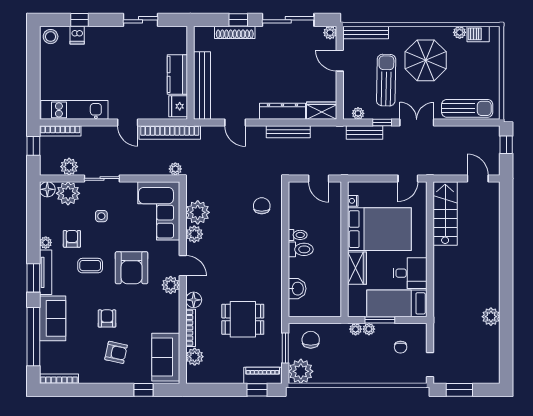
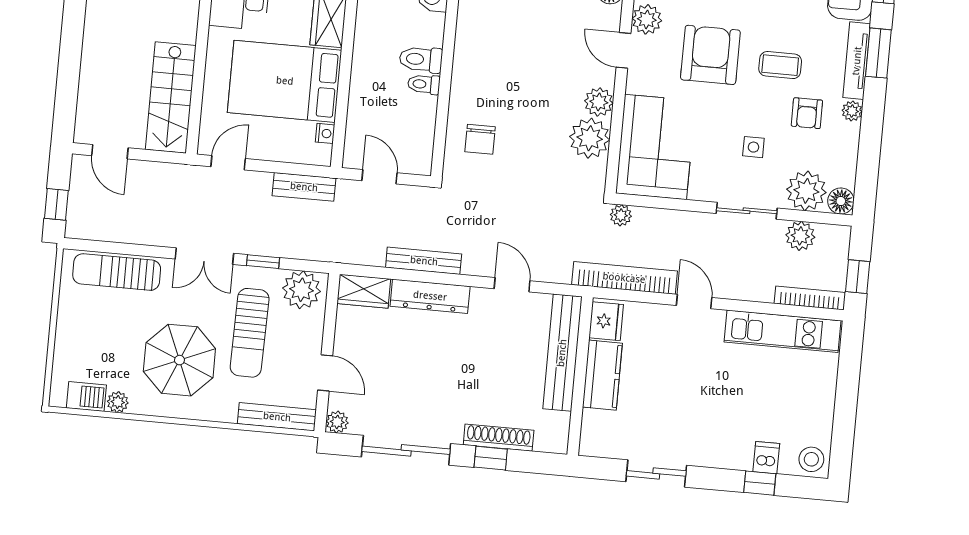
plant: (358, 113) -> (302, 290), width x1.88, depth x1.88
bench: (365, 133) -> (304, 187), moved

